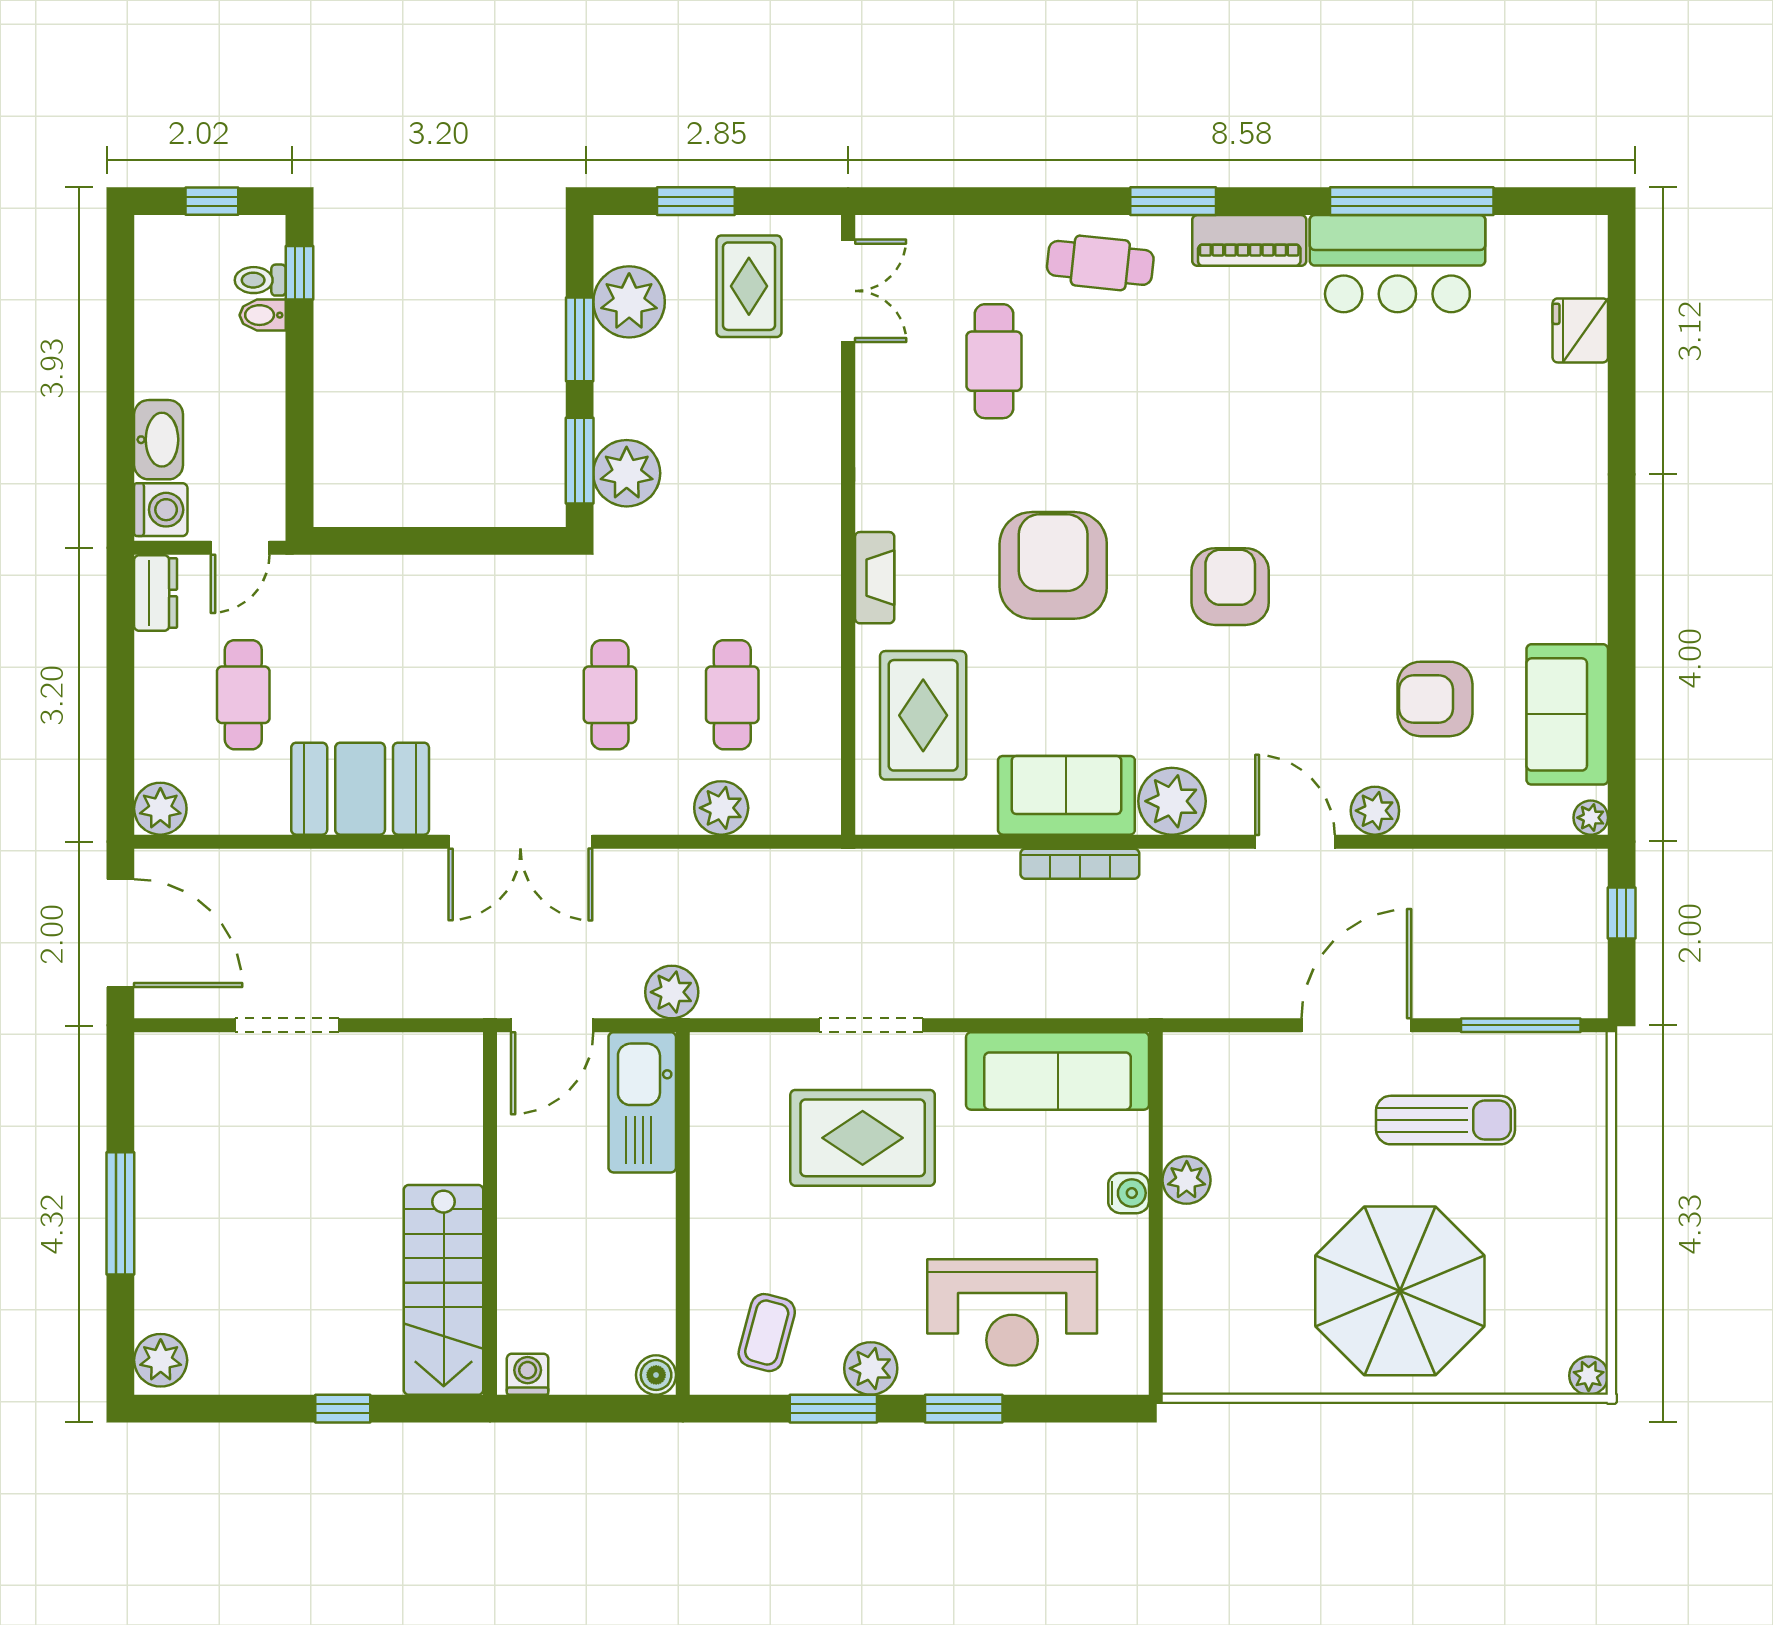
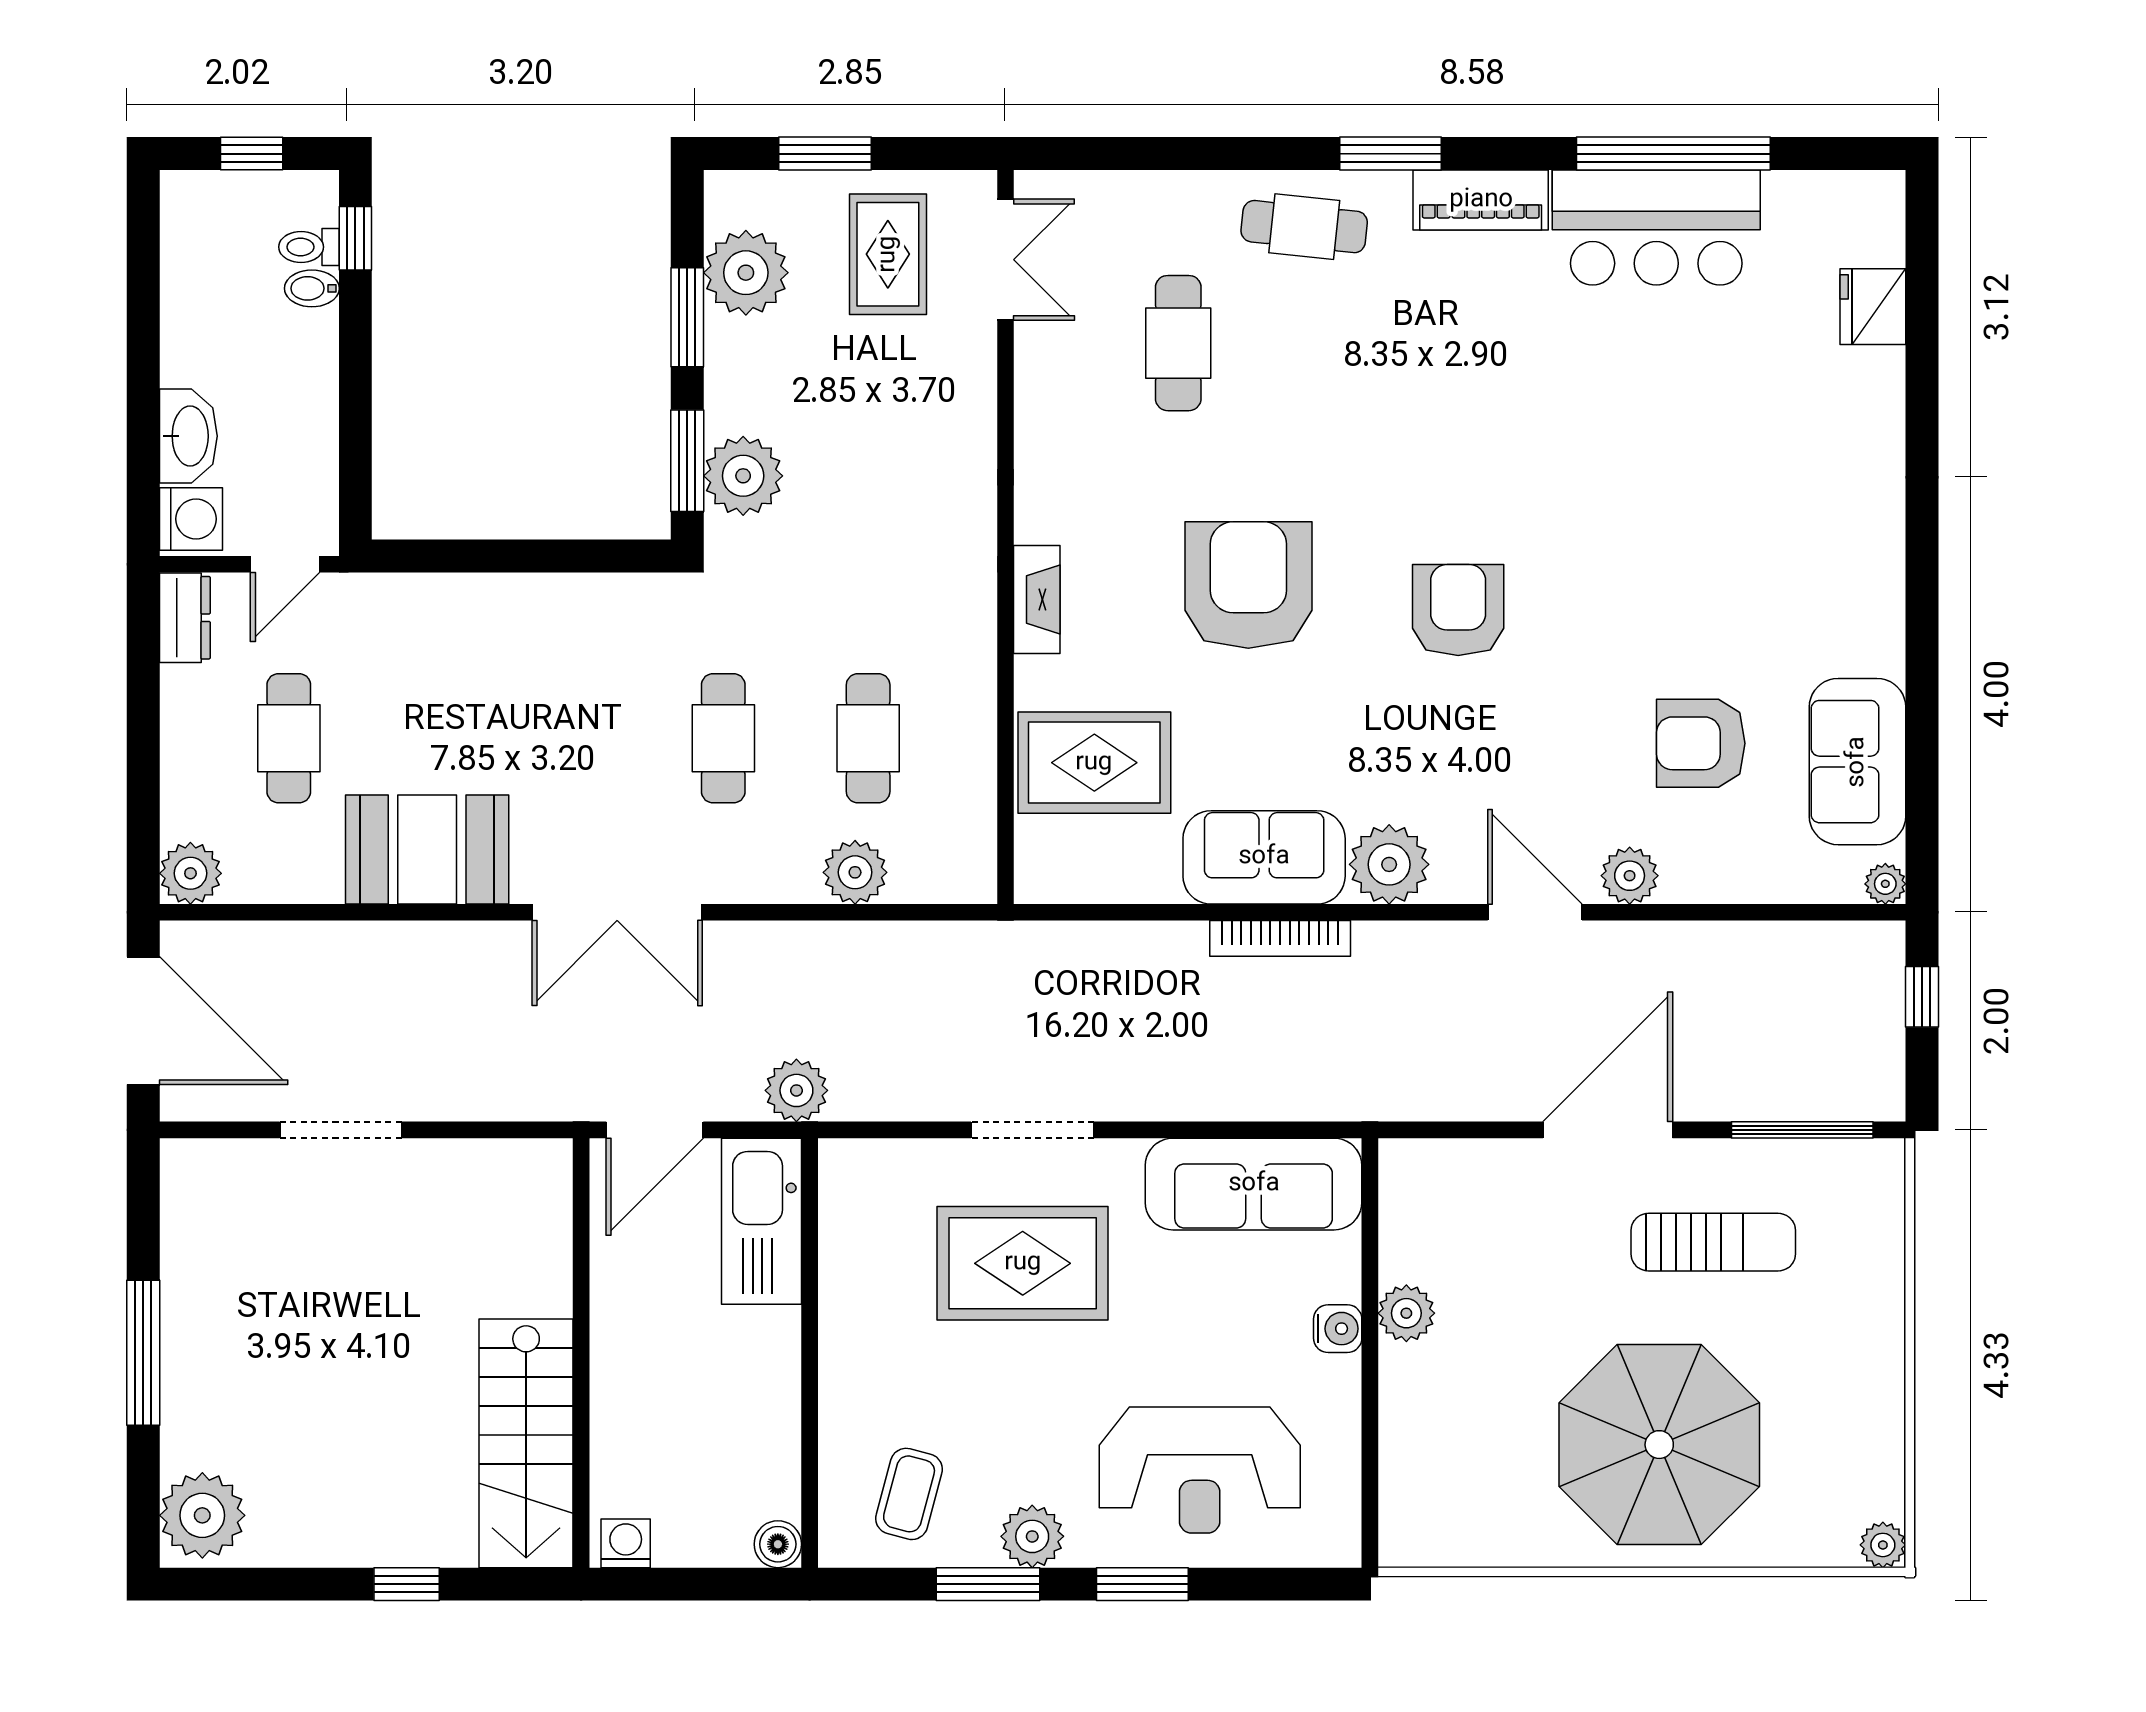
rug: (923, 715) -> (1094, 763), turned 90
plant: (161, 1360) -> (202, 1515), width x1.36, depth x1.36

